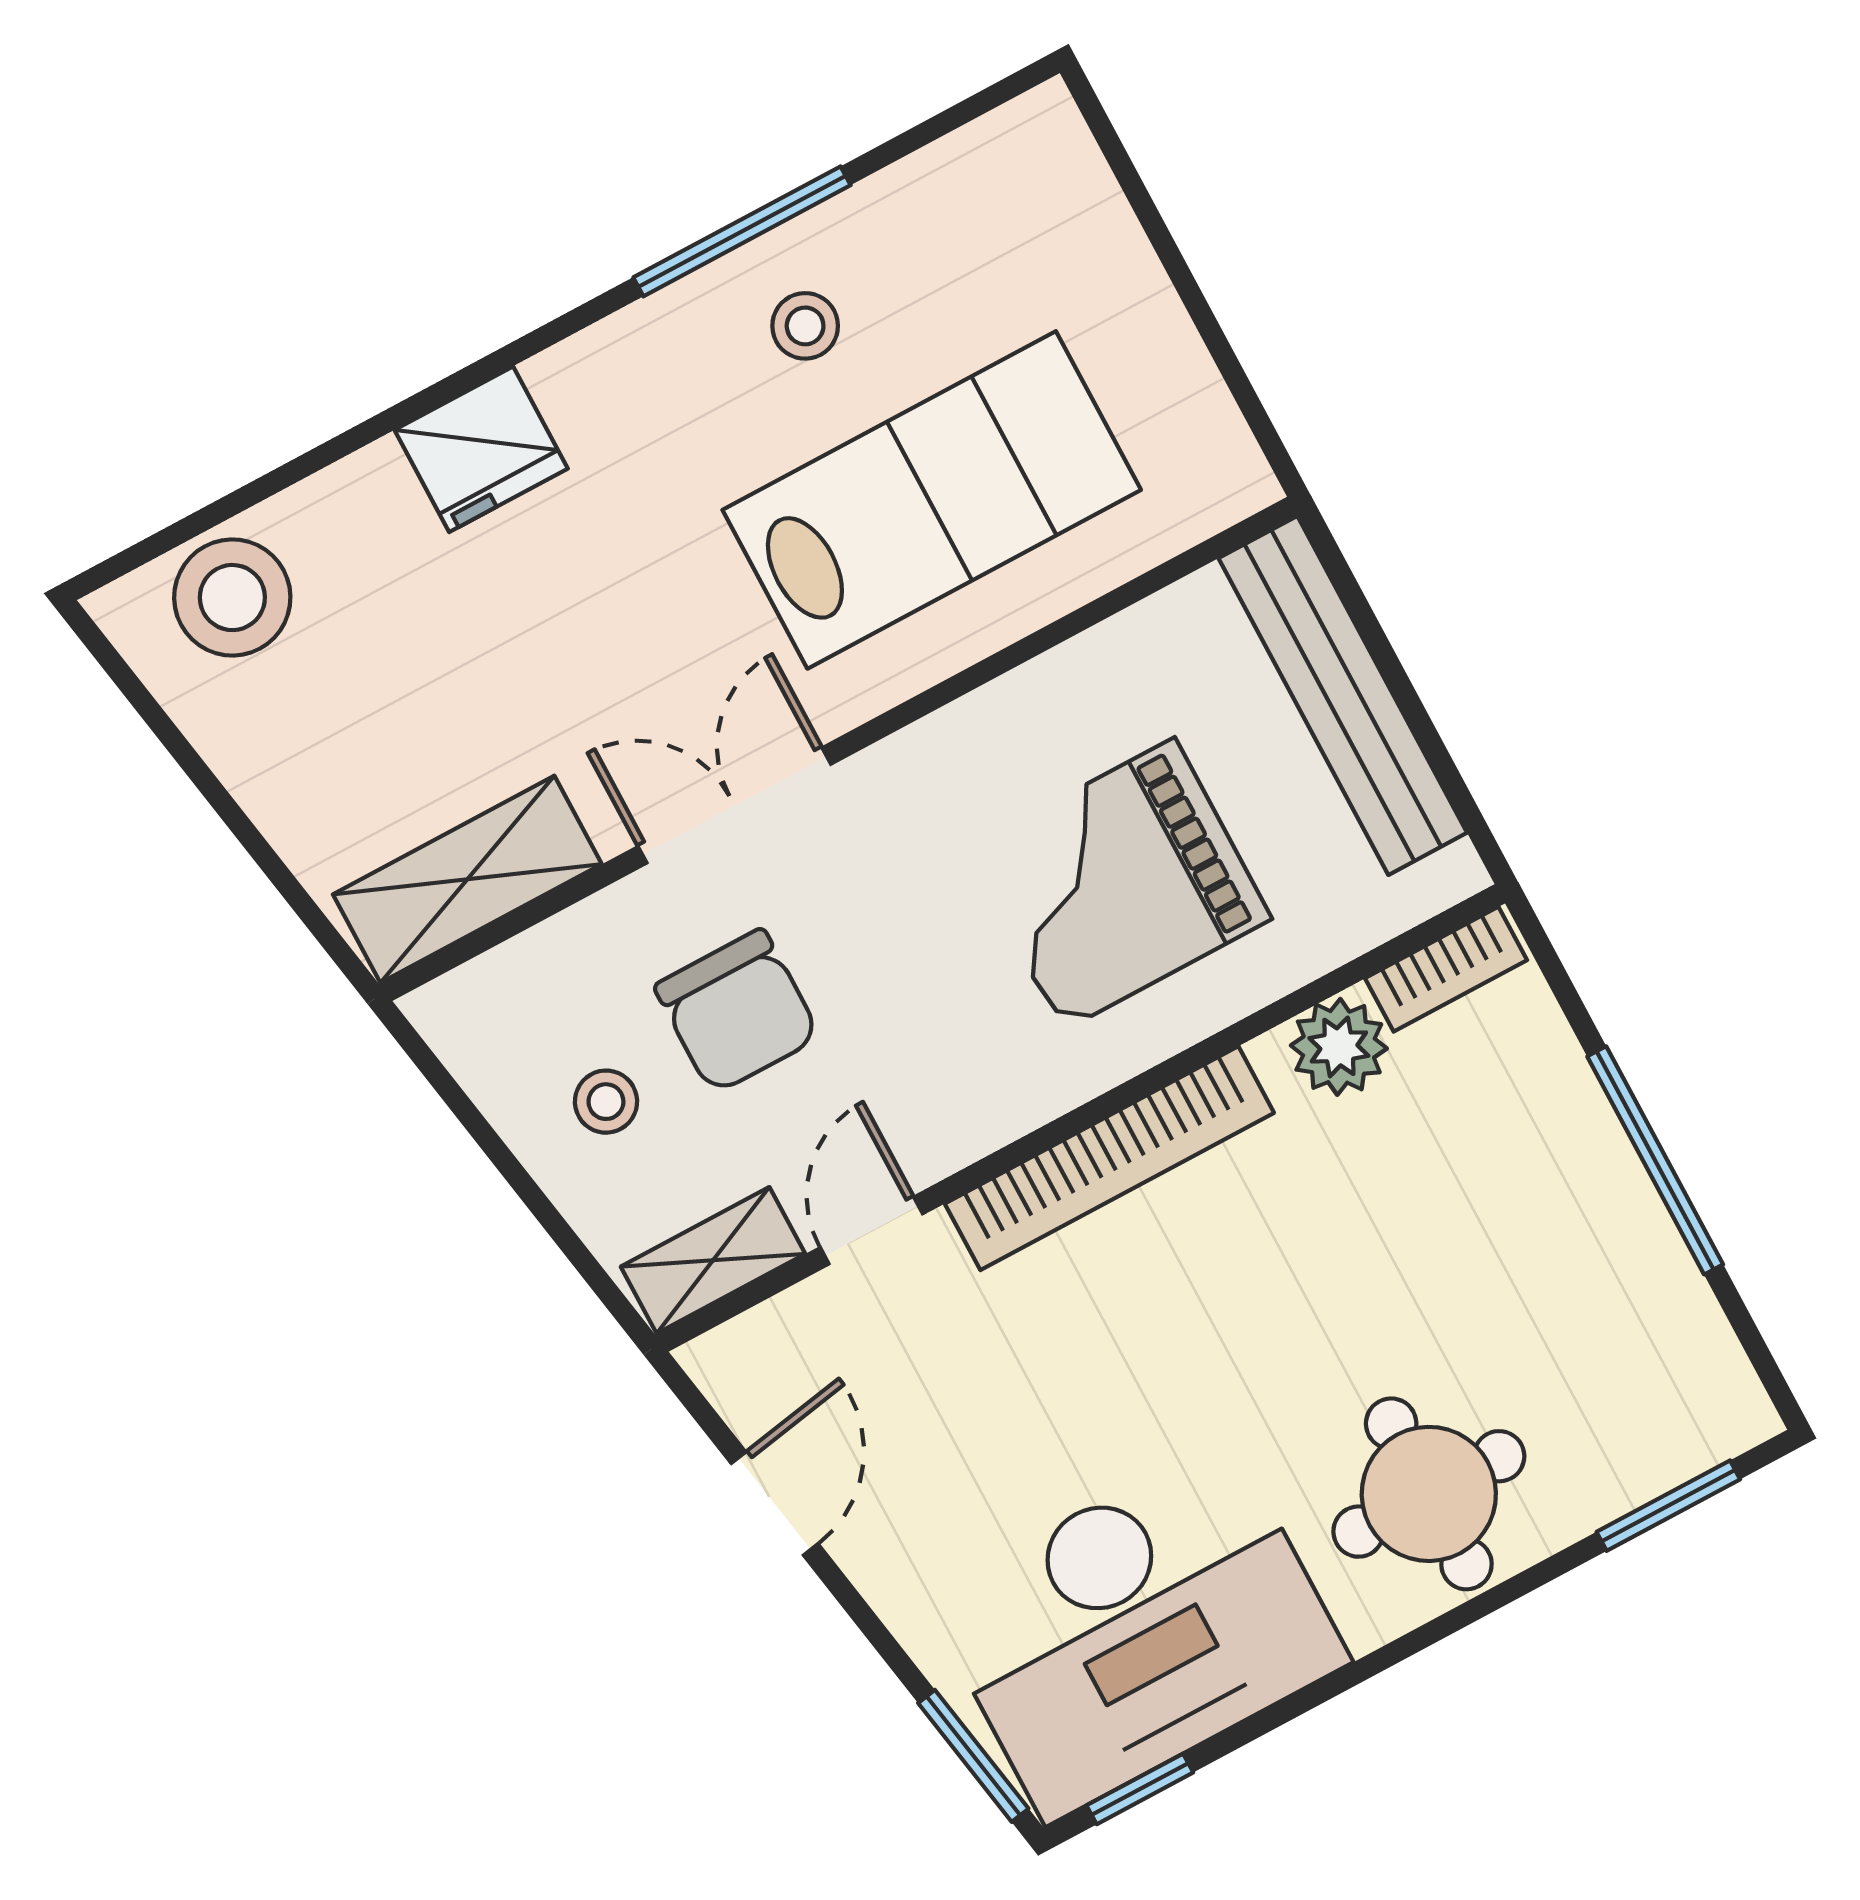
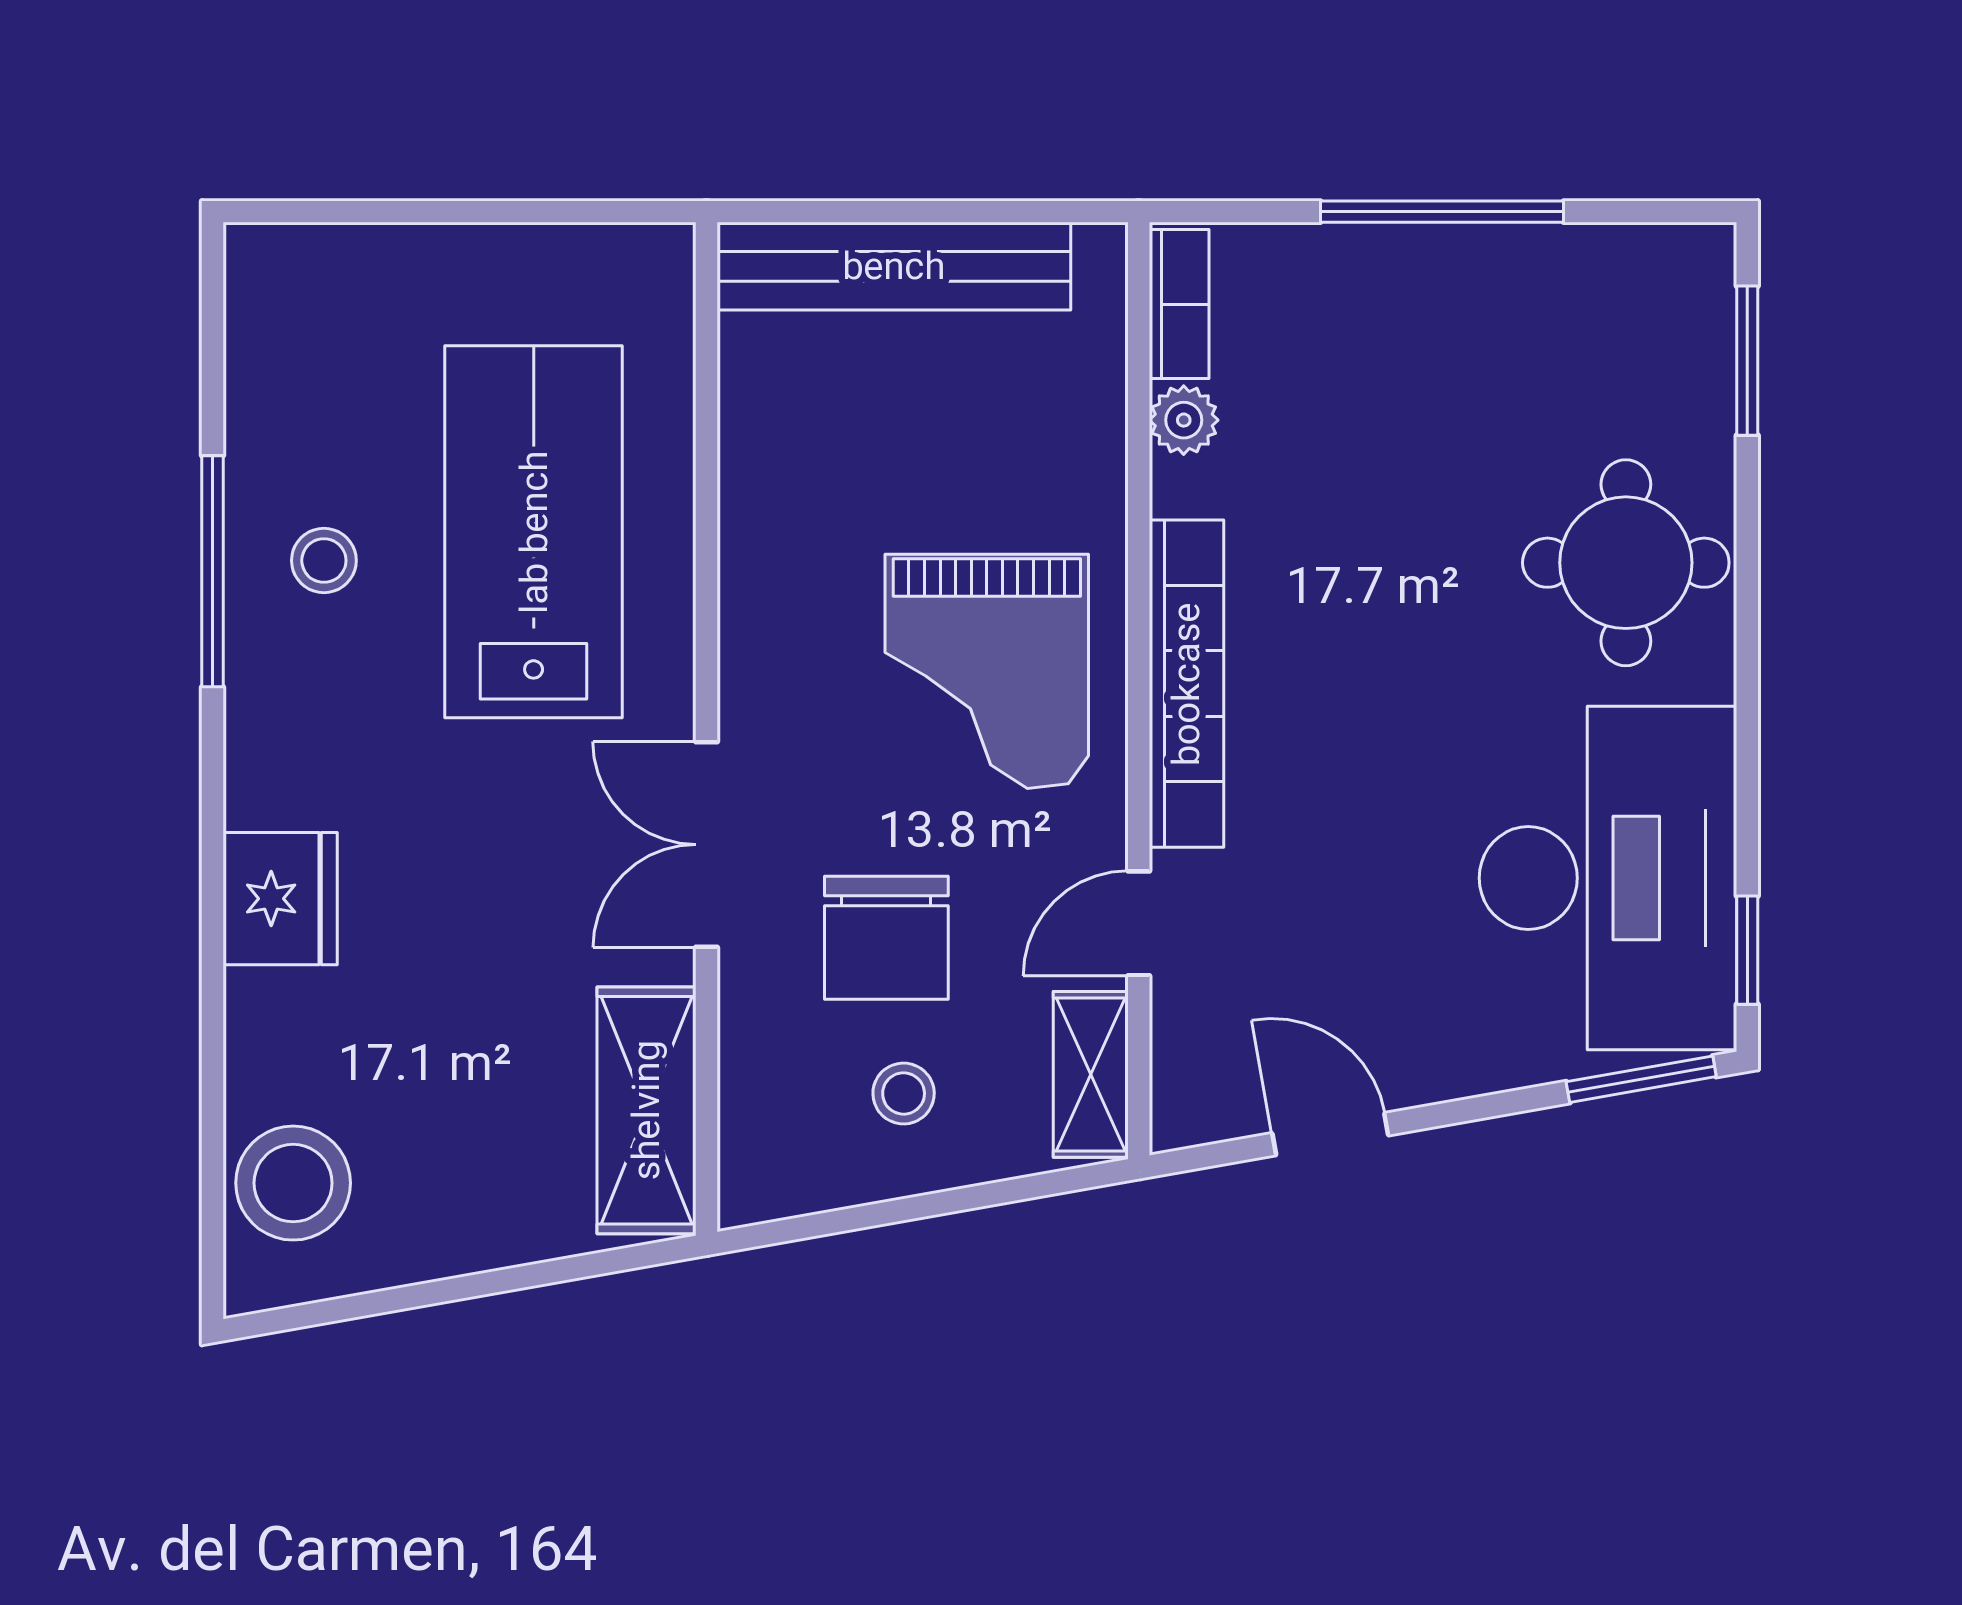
grand piano: (1118, 884) -> (987, 671), moved
chair: (737, 1011) -> (886, 938), turned 90
plant: (1339, 1047) -> (1184, 420), width x0.73, depth x0.73
door: (871, 1231) -> (1139, 923), hinge flipped

